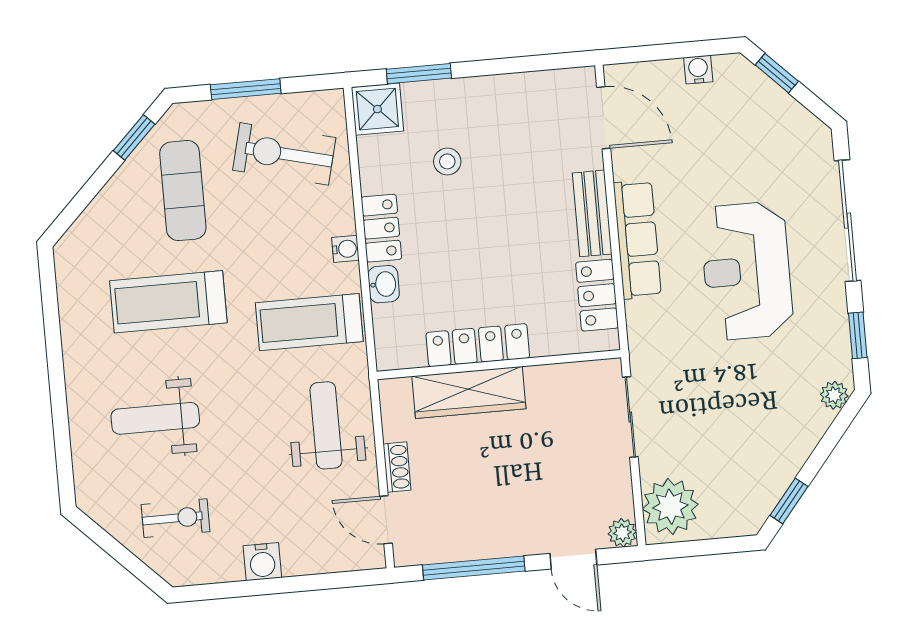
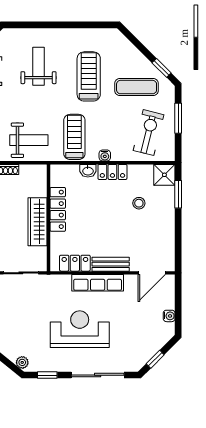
window: (777, 73) -> (155, 359), moved
wardrobe: (469, 392) -> (38, 222), moved

